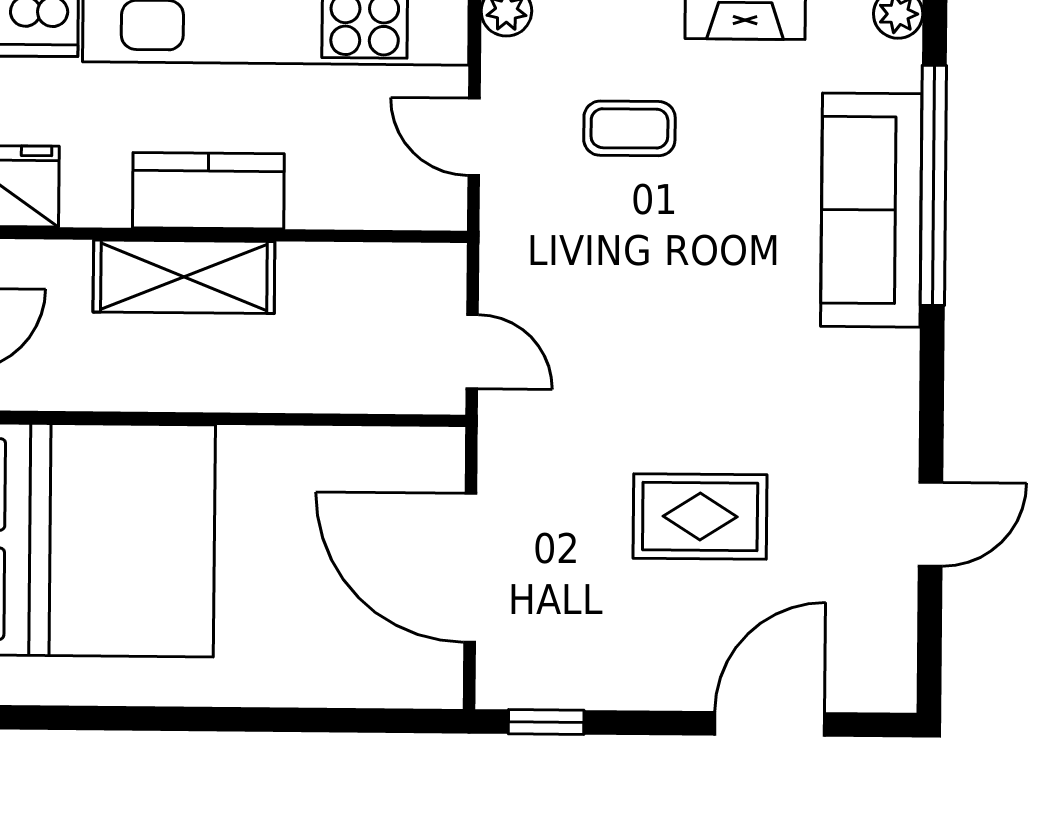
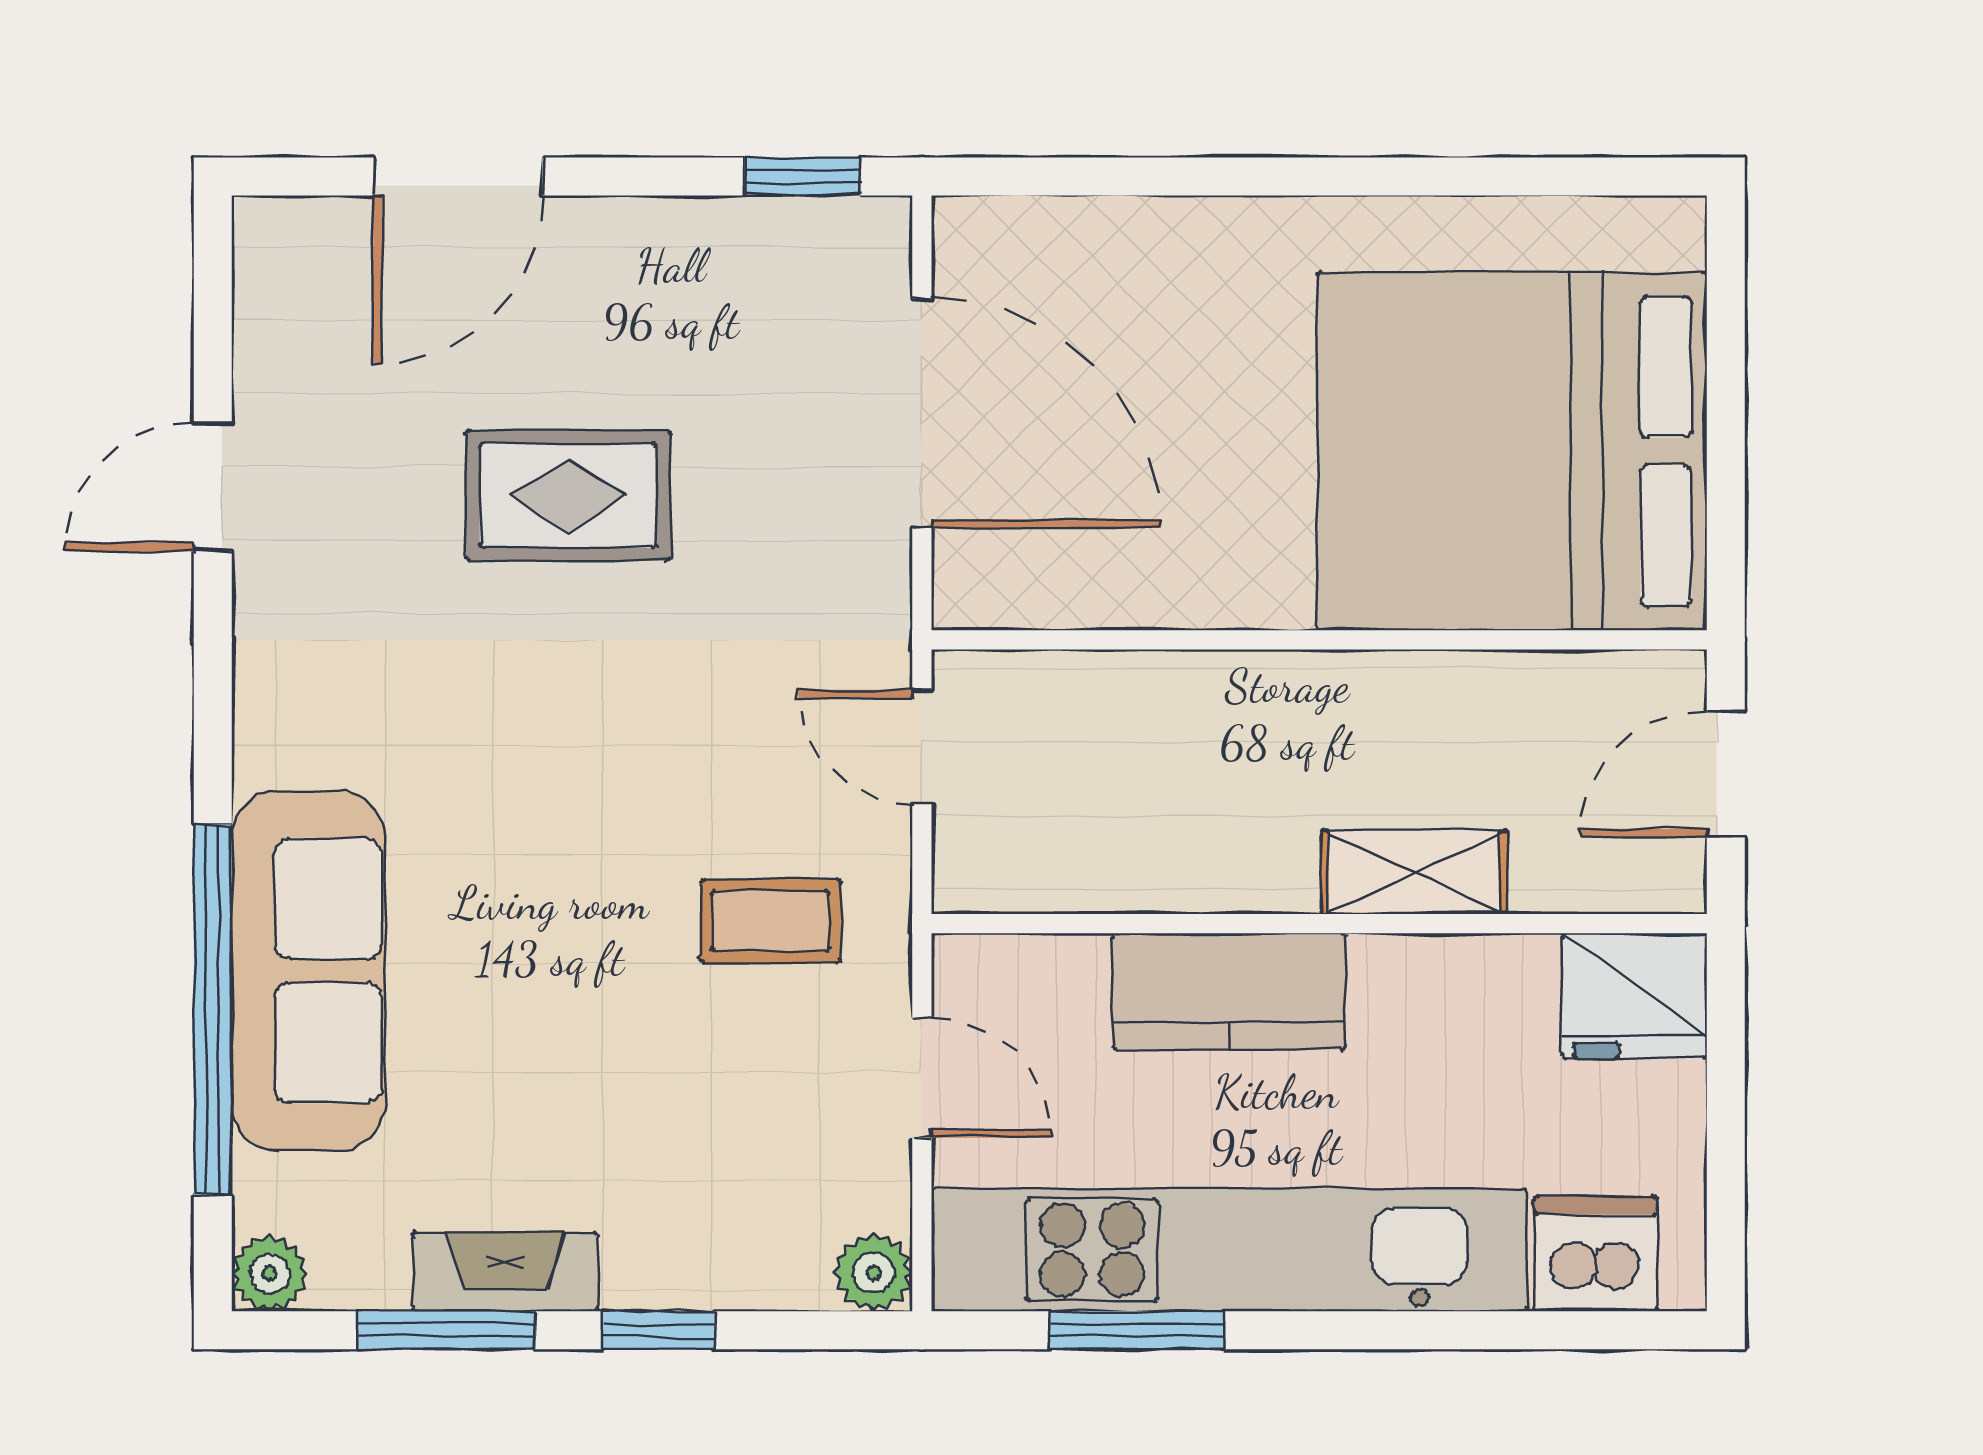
coffee table: (629, 128) -> (771, 921), moved
kitchen counter: (208, 191) -> (1229, 991), moved
shelving: (184, 277) -> (1414, 872), width x0.67, depth x0.75

